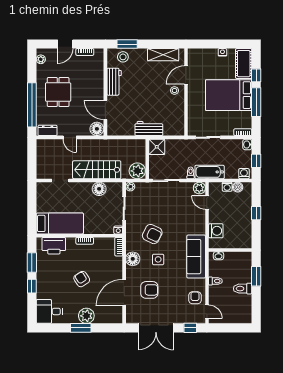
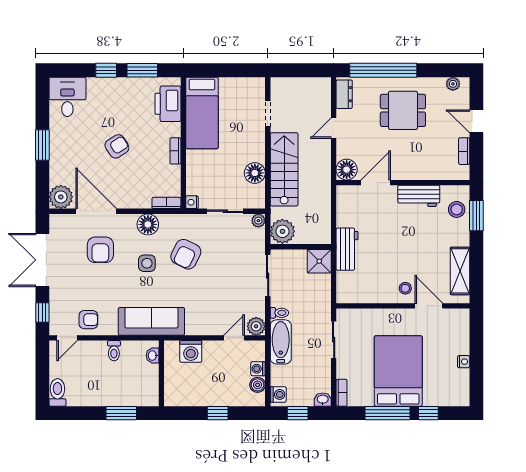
cot: (244, 64) -> (446, 394), removed
toilet: (243, 289) -> (57, 392), moved
plant: (86, 316) -> (61, 197), moved

